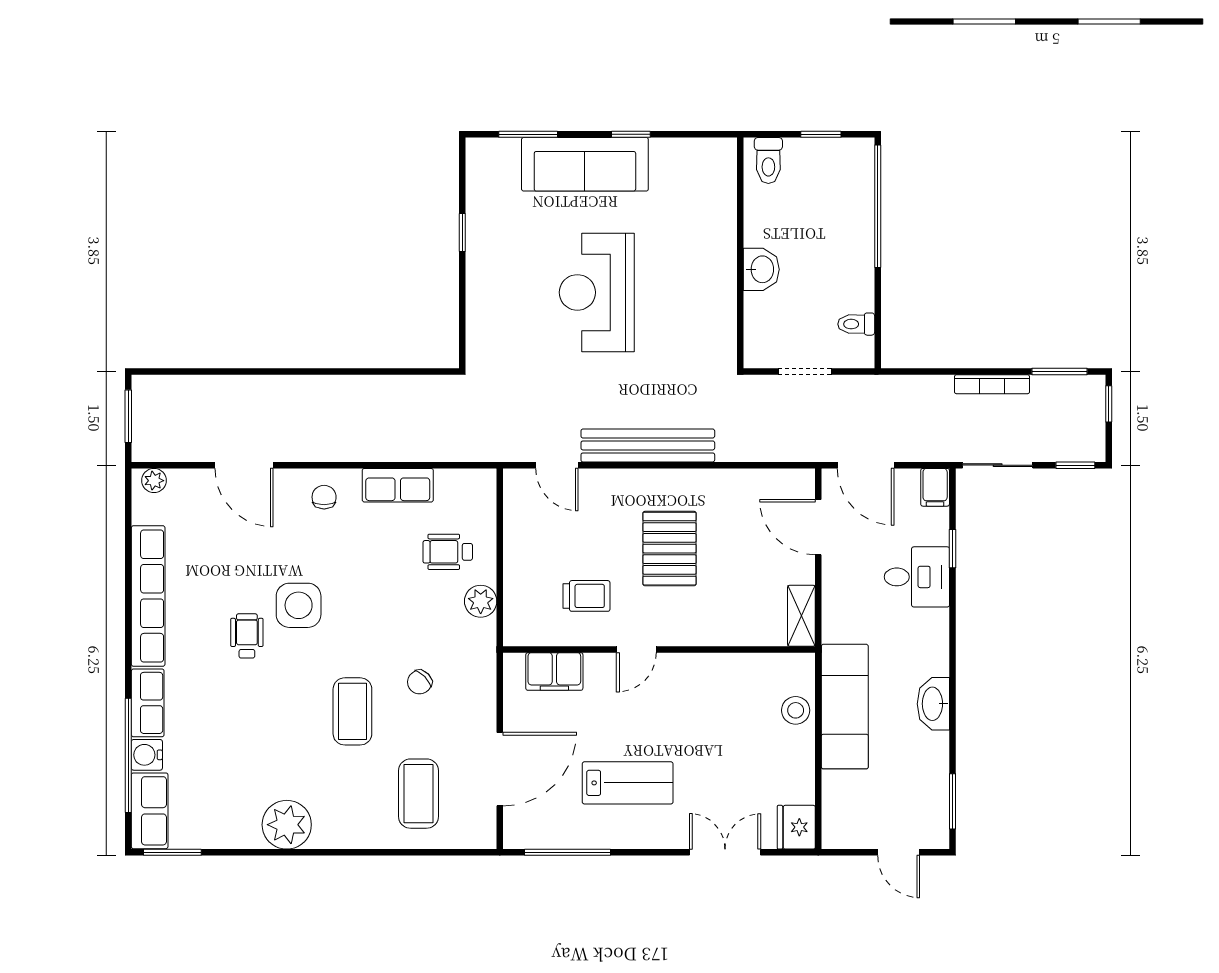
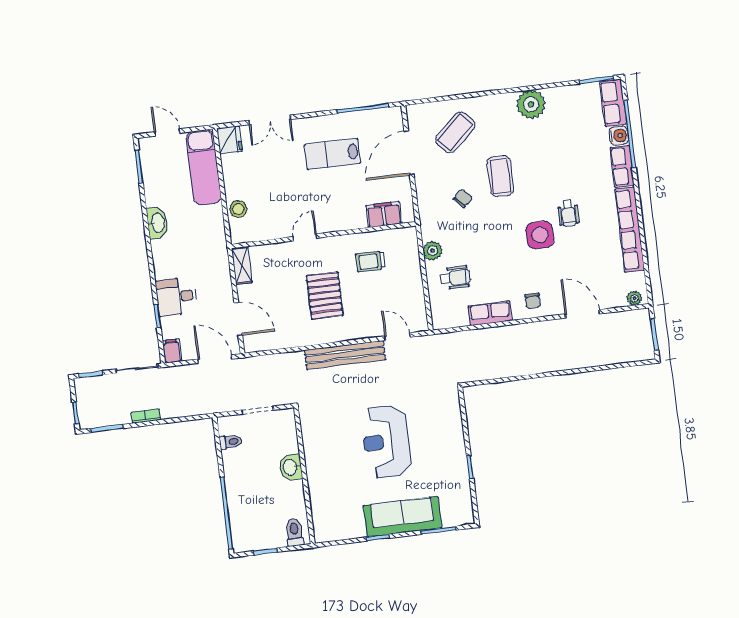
reception desk: (597, 292) -> (386, 442), turned 180
bookcase: (992, 384) -> (146, 416), width x0.64
door: (636, 649) -> (305, 237), moved
exam couch: (845, 707) -> (204, 167), moved
coffee table: (419, 794) -> (455, 132), turned 48

